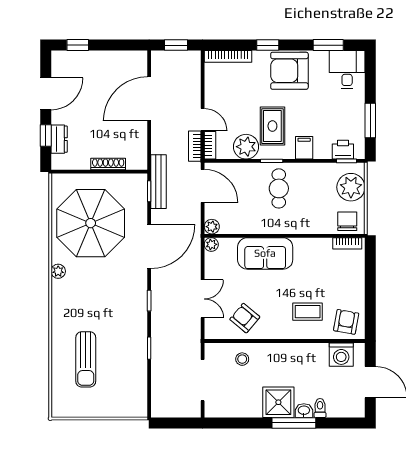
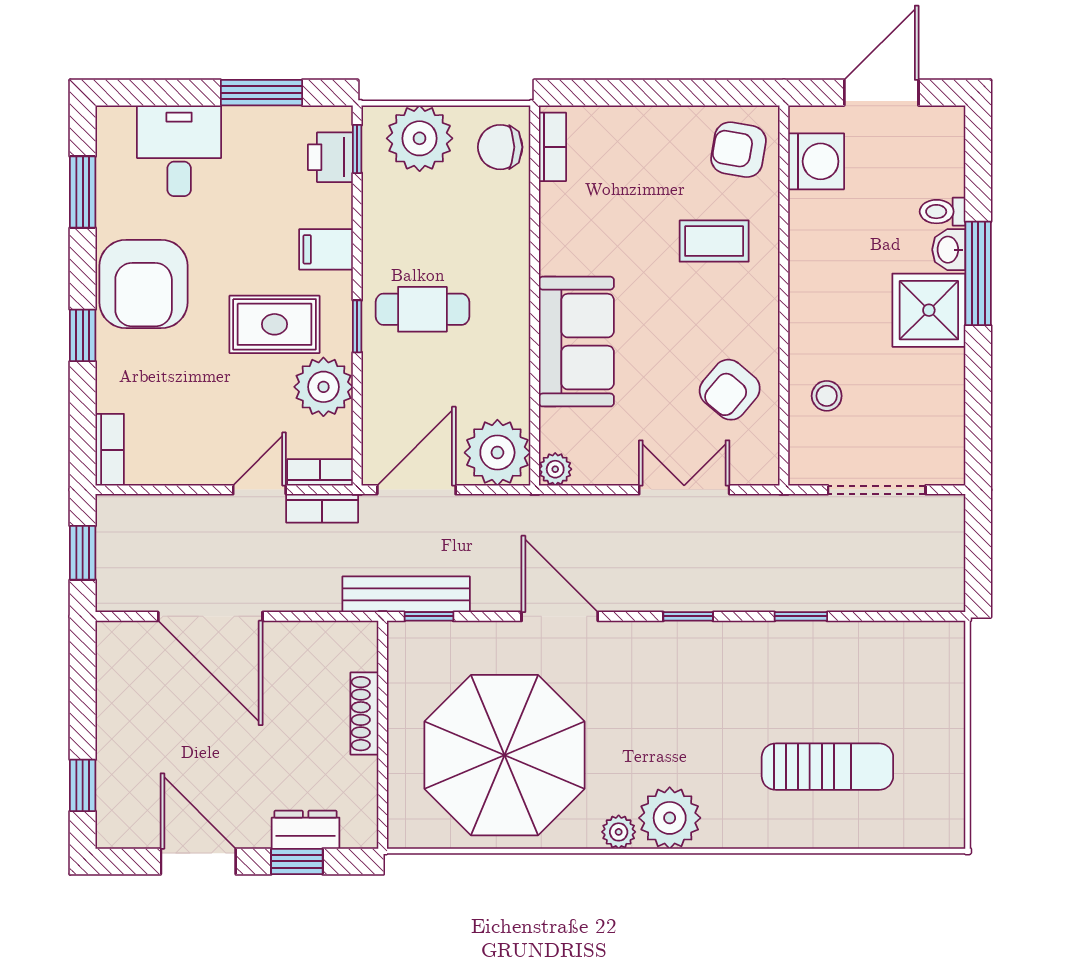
bookcase: (228, 56) -> (110, 450), width x0.64
desk: (347, 70) -> (179, 151), moved, turned 90
plant: (212, 227) -> (497, 453), width x1.88, depth x1.88
door: (149, 246) -> (560, 616), width x0.73
plant: (64, 293) -> (670, 818), added
coffee table: (308, 312) -> (714, 241), turned 90

